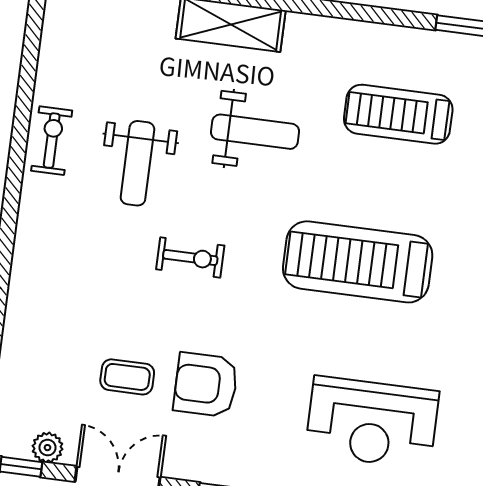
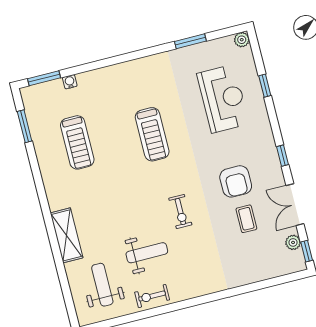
weight bench: (255, 132) -> (102, 285), moved
exercise bike: (190, 257) -> (180, 212), turned 180
treadmill: (358, 262) -> (152, 134), width x0.73, depth x0.73

